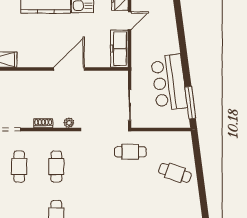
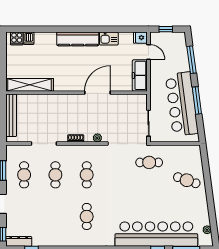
door: (130, 21) -> (149, 52), hinge flipped
window: (181, 30) -> (192, 60), added
bar counter: (169, 83) -> (182, 104), width x1.36
window: (190, 103) -> (197, 100), moved

